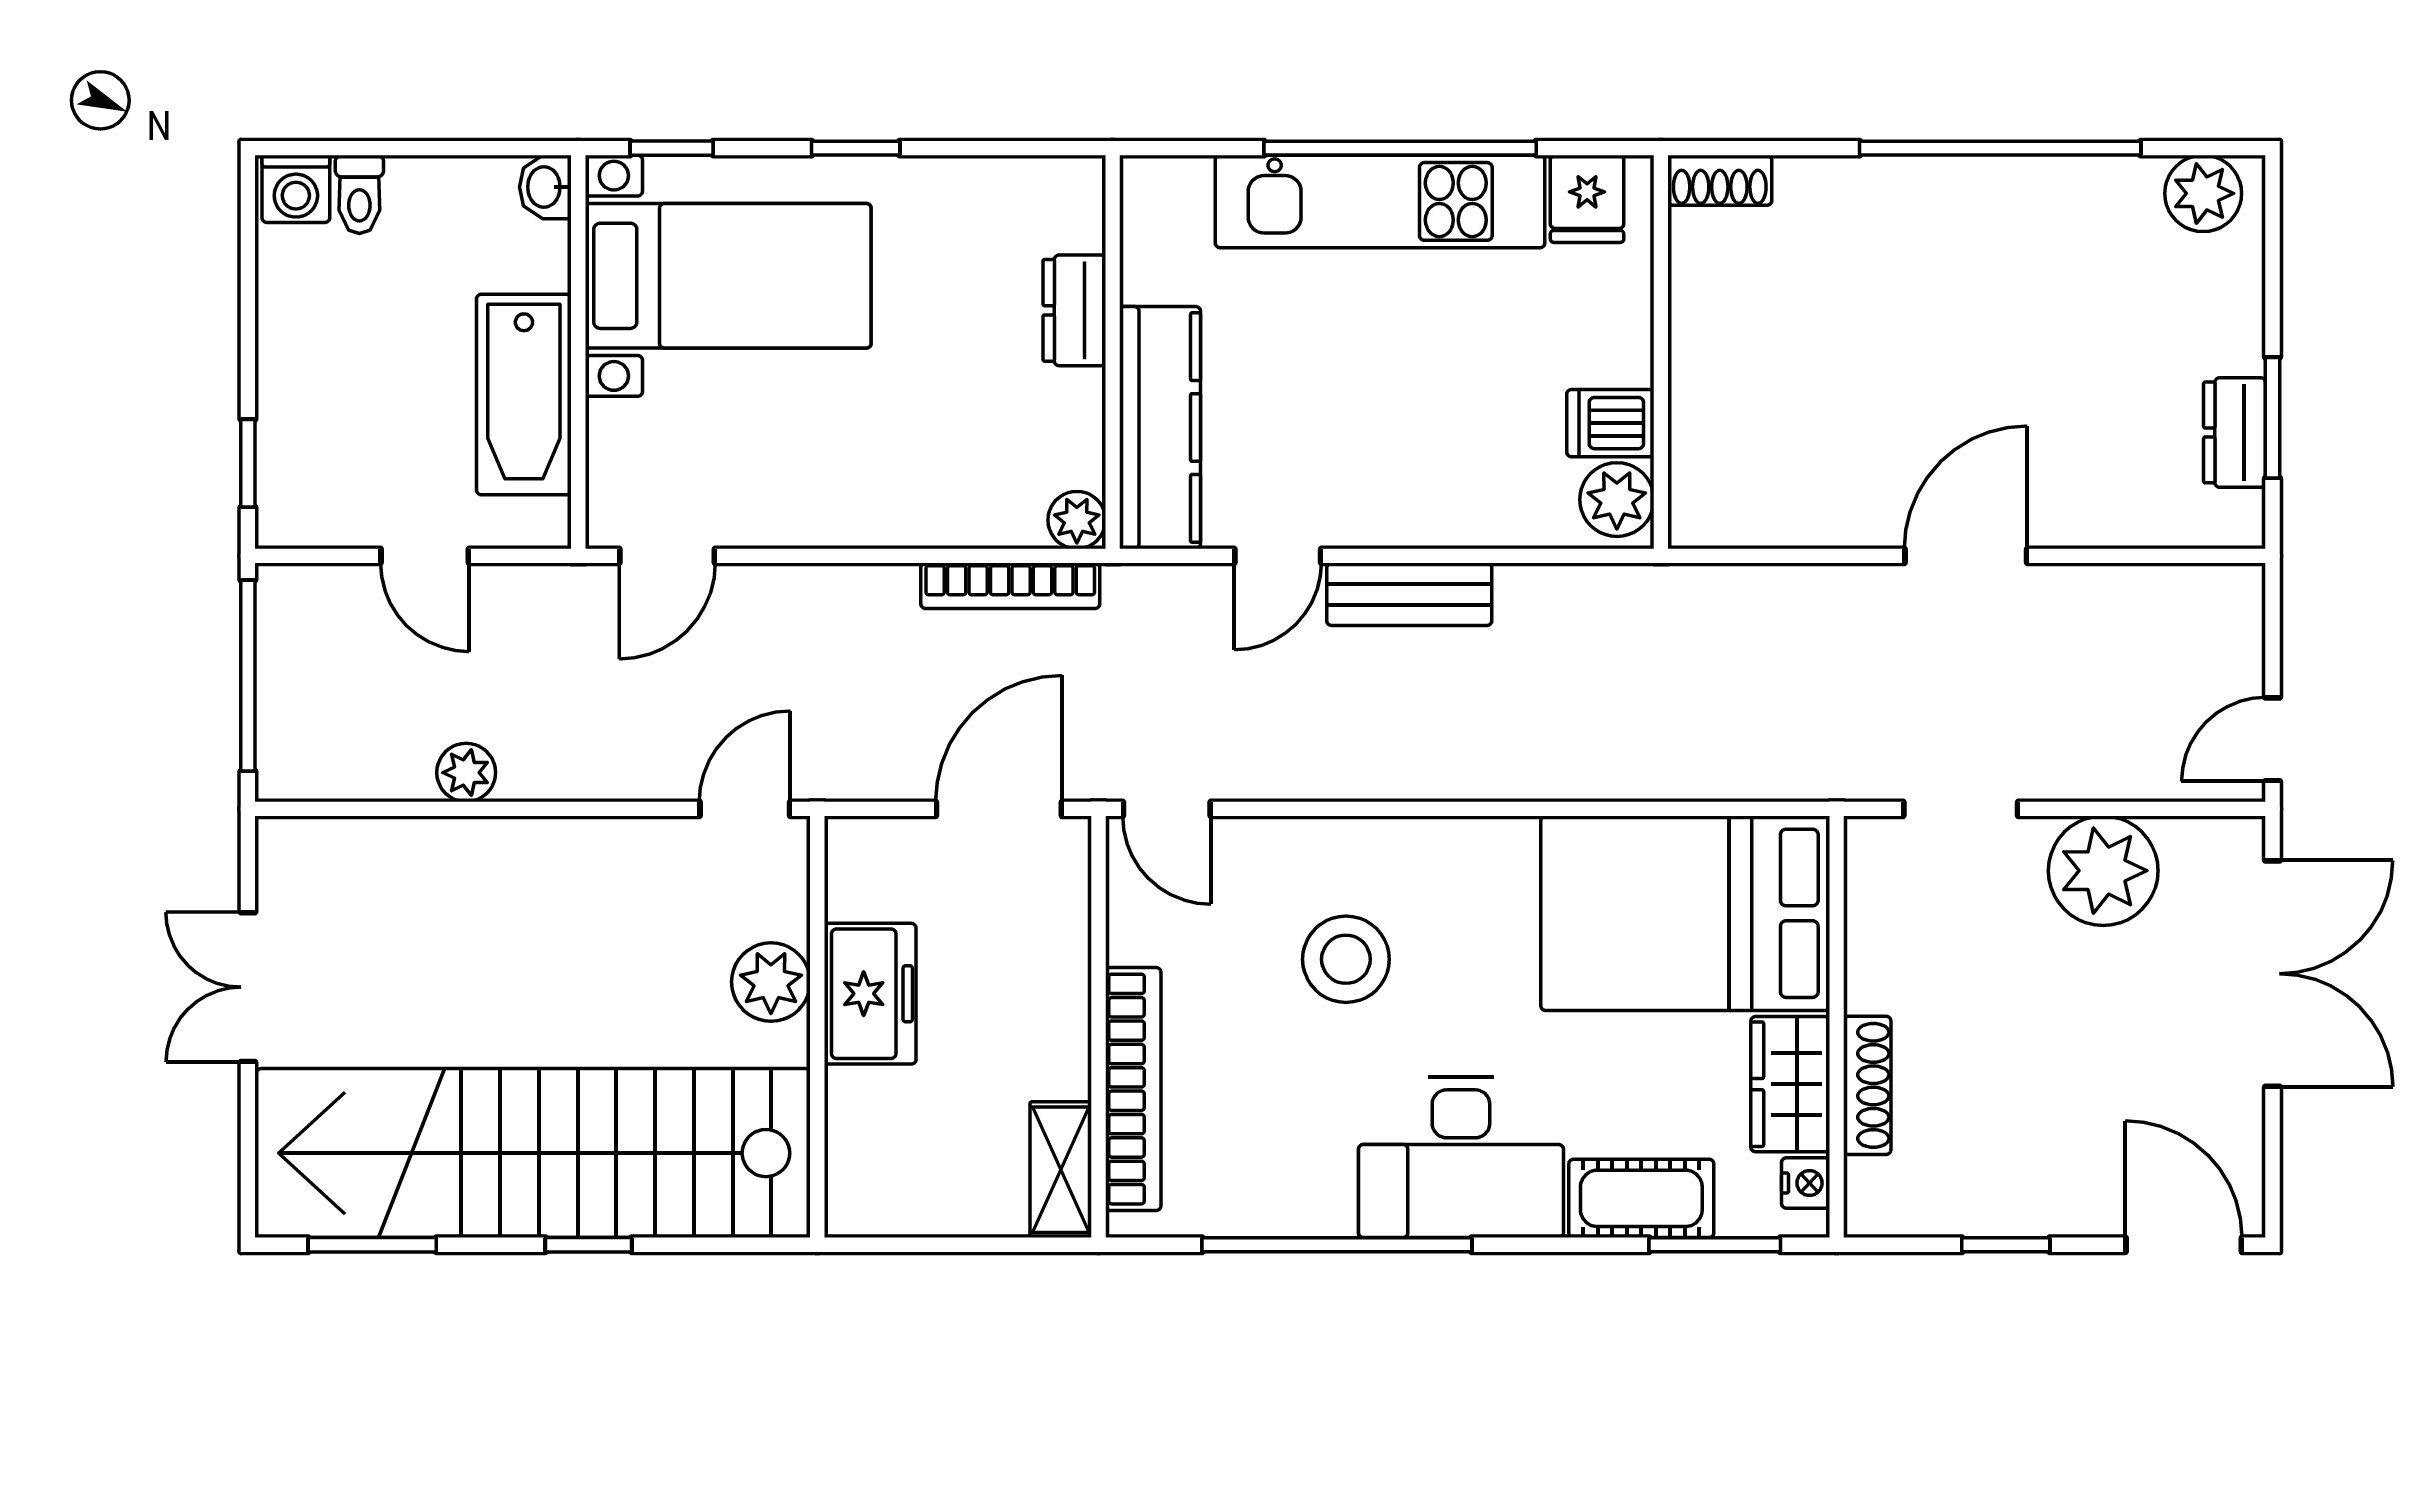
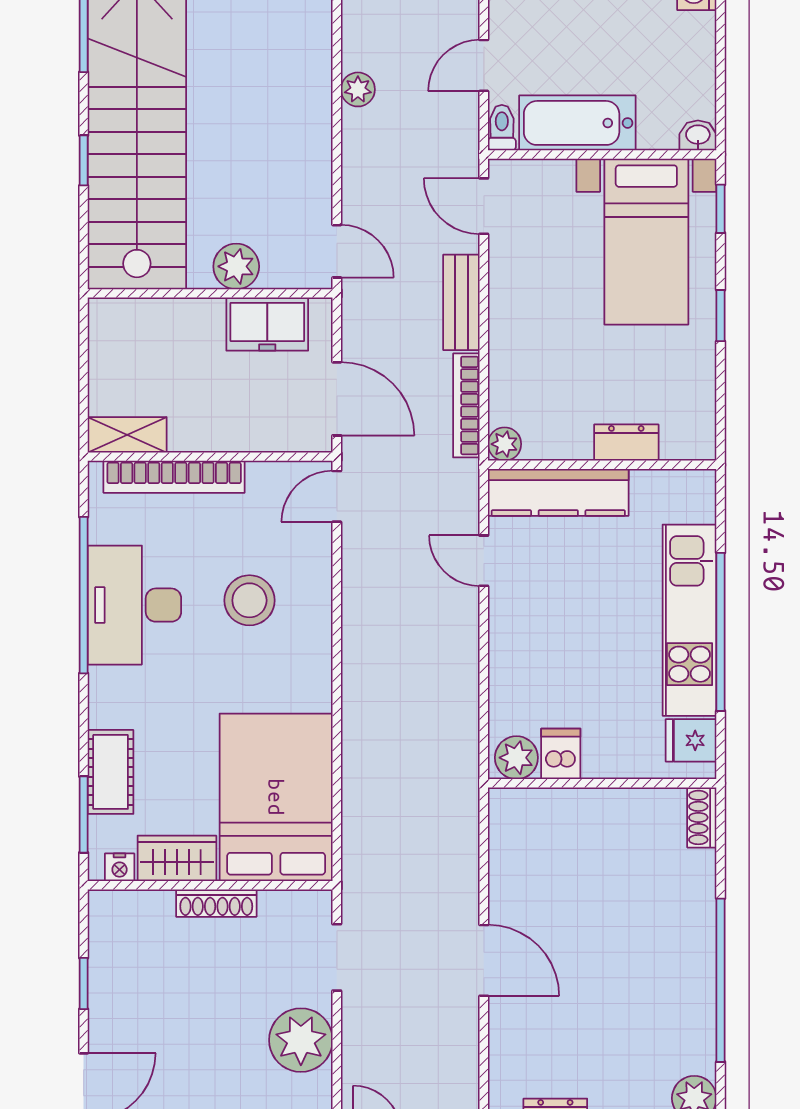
toilet: (359, 194) -> (502, 128), moved, turned 90
bench: (1409, 594) -> (461, 302), moved
freezer: (870, 994) -> (267, 324), moved
shoe rack: (1867, 1085) -> (216, 903), moved
desk: (1461, 1157) -> (134, 605), moved

